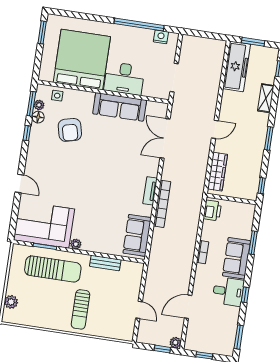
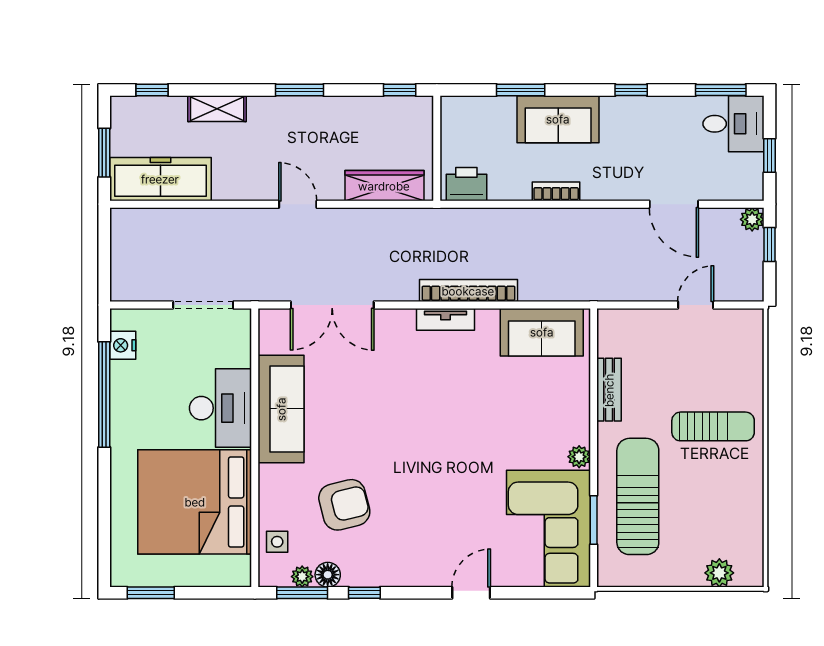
desk: (228, 291) -> (733, 124), moved, turned 90

